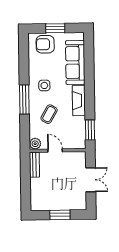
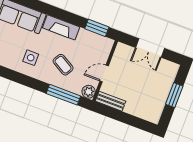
window: (24, 99) -> (63, 95), moved
double door: (91, 180) -> (150, 48), swing flipped

